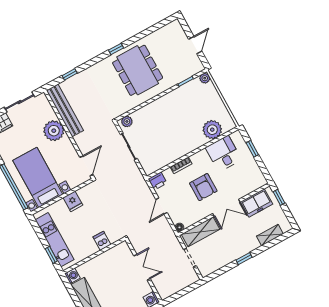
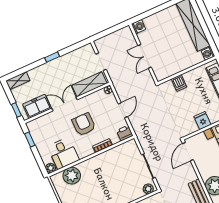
plant: (236, 136) -> (51, 168), added
window: (252, 149) -> (30, 140), moved
shelving: (270, 235) -> (18, 81), moved

